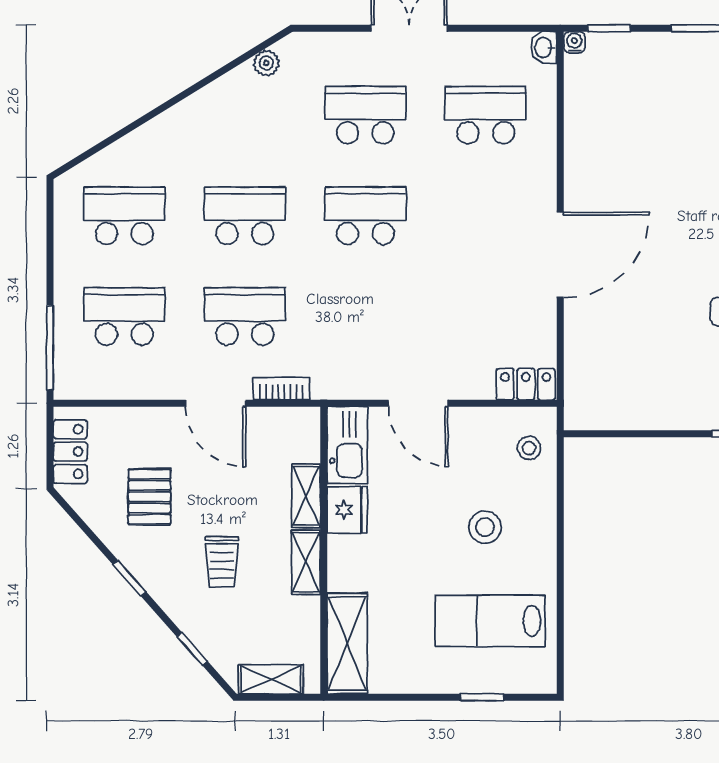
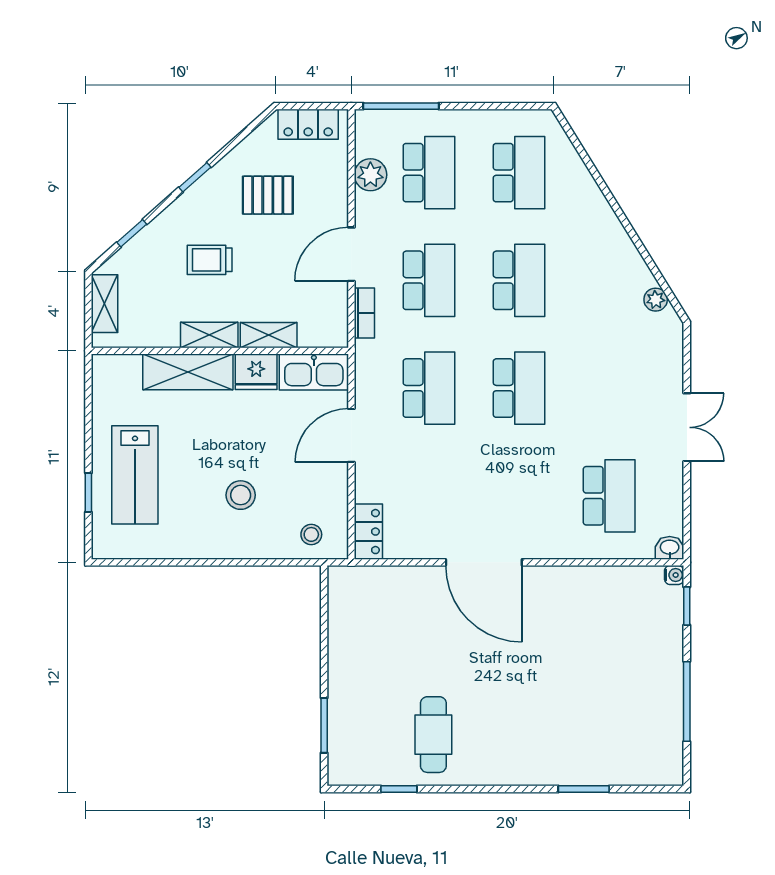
school desk: (365, 115) -> (429, 388), moved
plant: (127, 382) -> (370, 175), added
lab bench: (490, 621) -> (135, 475), moved, turned 180
shelving: (347, 643) -> (188, 372), moved

